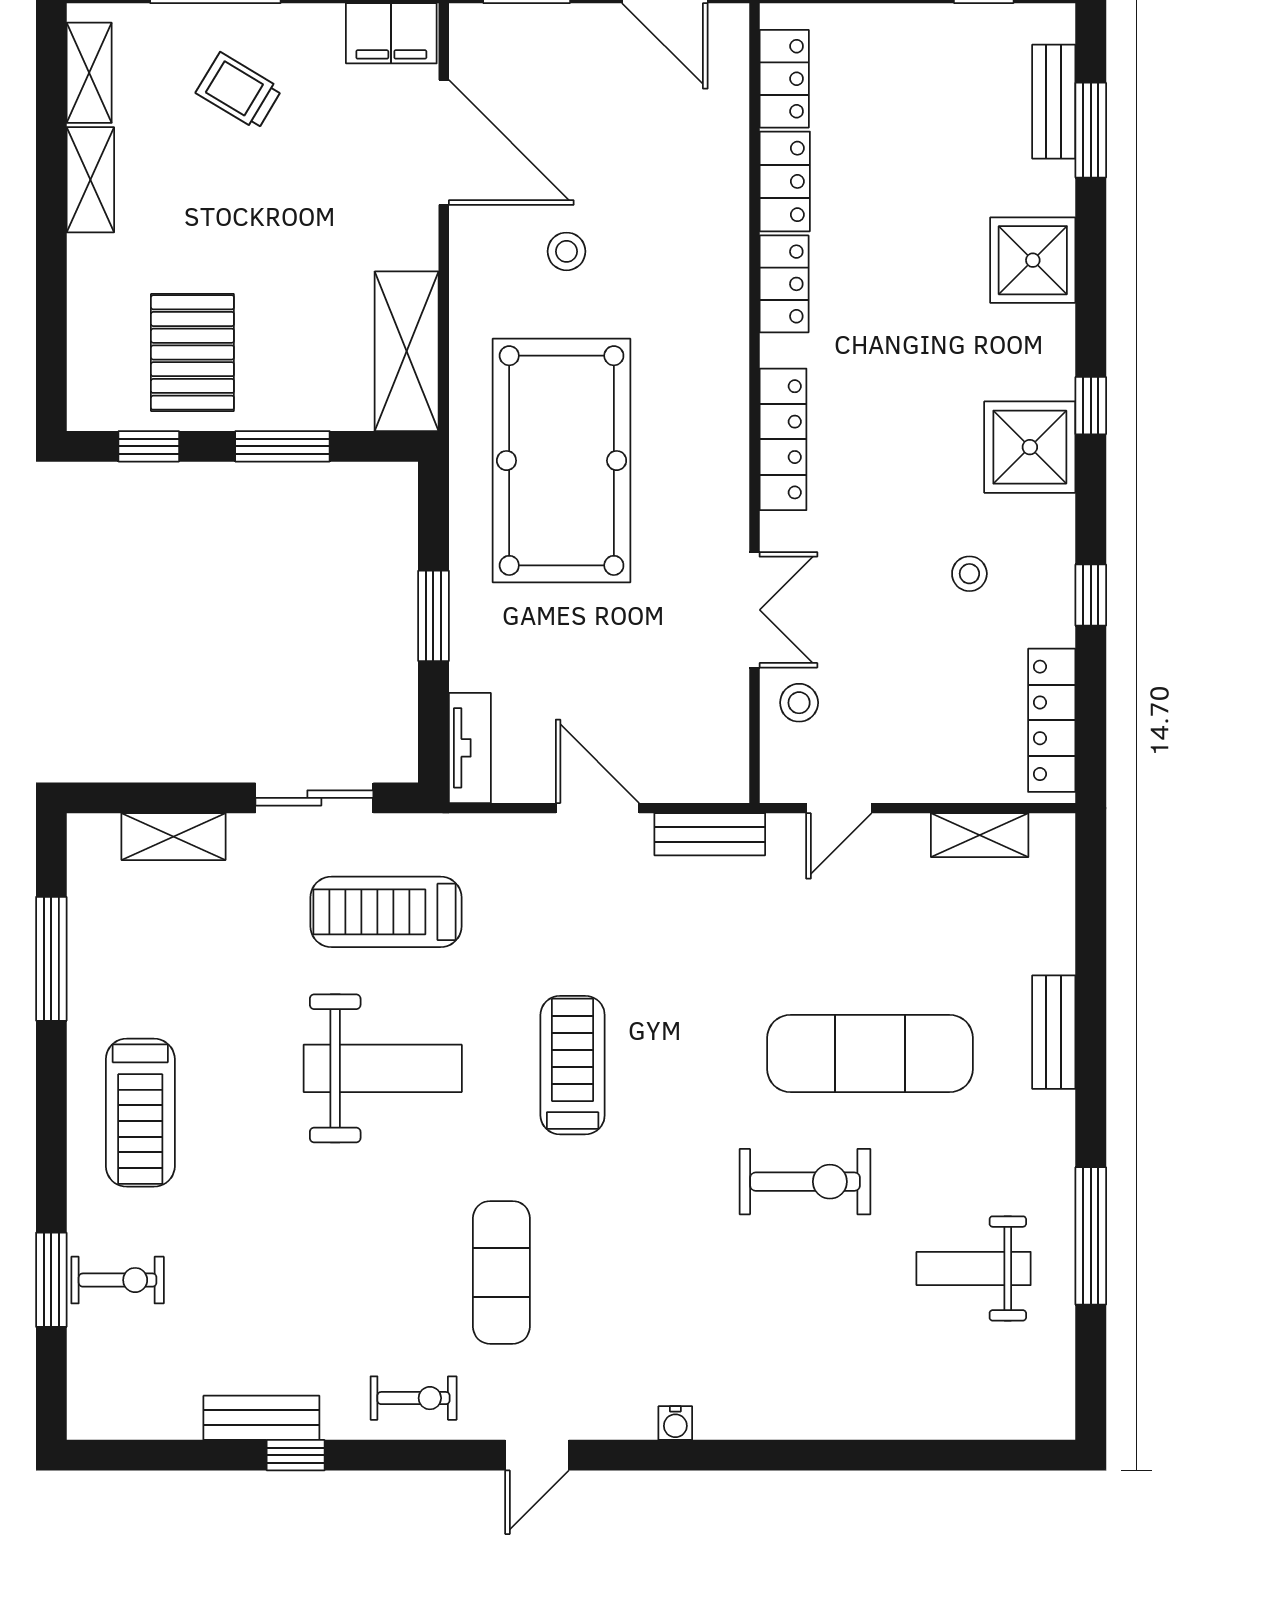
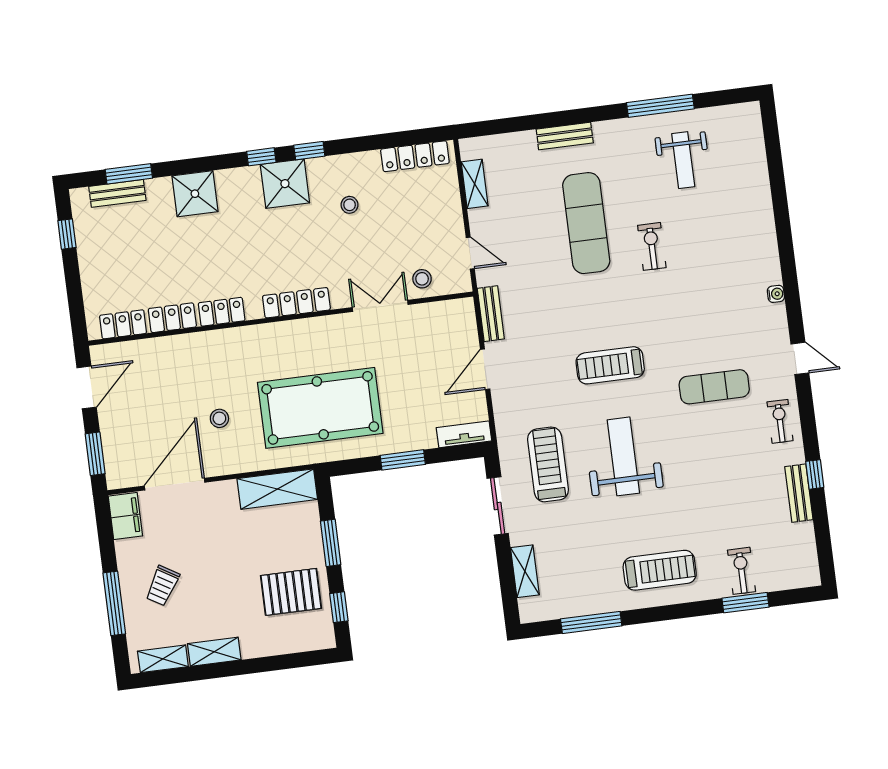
window: (1091, 595) -> (309, 151), moved
treadmill: (386, 912) -> (548, 464), turned 180
exercise bike: (805, 1182) -> (652, 246), width x0.73, depth x0.72

